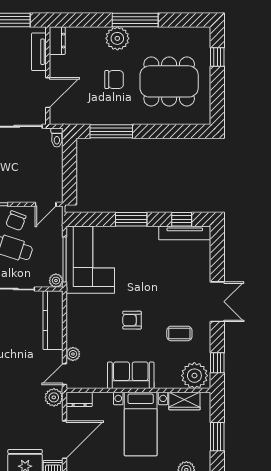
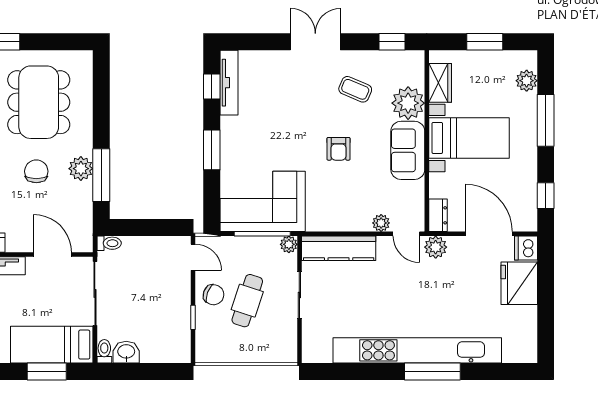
plant: (116, 115) -> (81, 169), added
coffee table: (179, 333) -> (355, 89), turned -67
plant: (194, 376) -> (408, 103), moved

